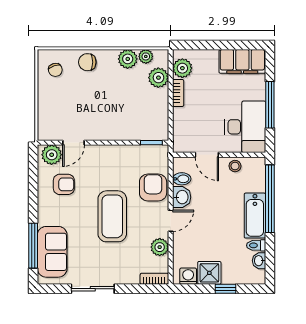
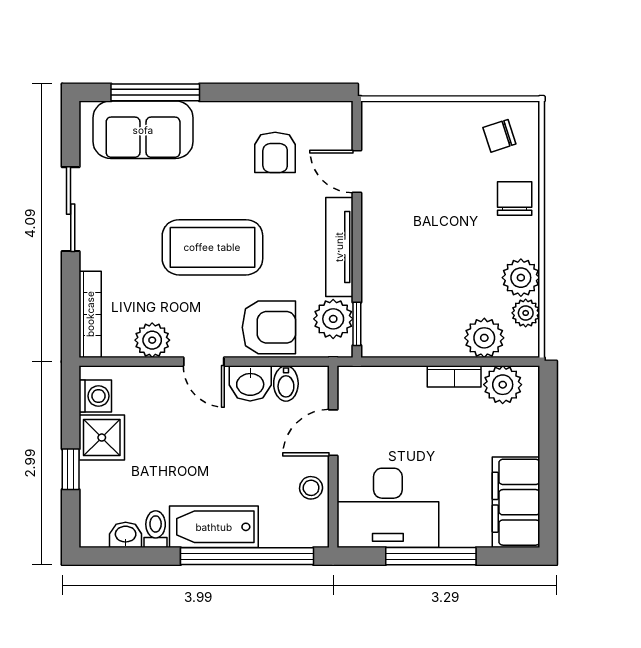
tv unit: (112, 152) -> (339, 247), added
plant: (52, 155) -> (333, 319), moved
bookcase: (154, 279) -> (90, 314), width x1.56

